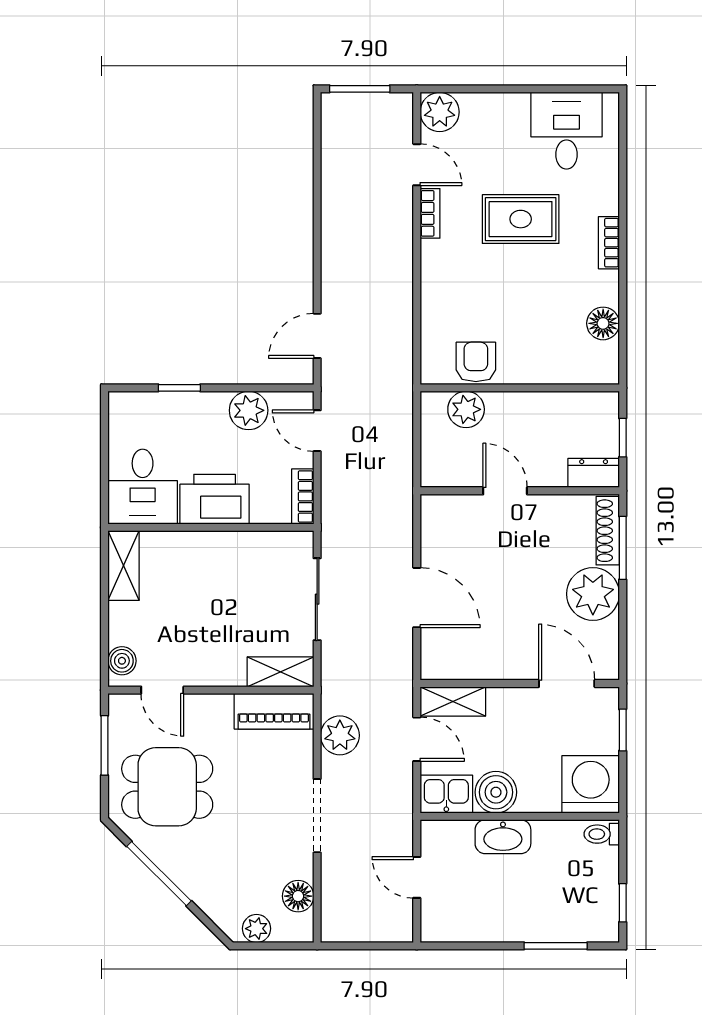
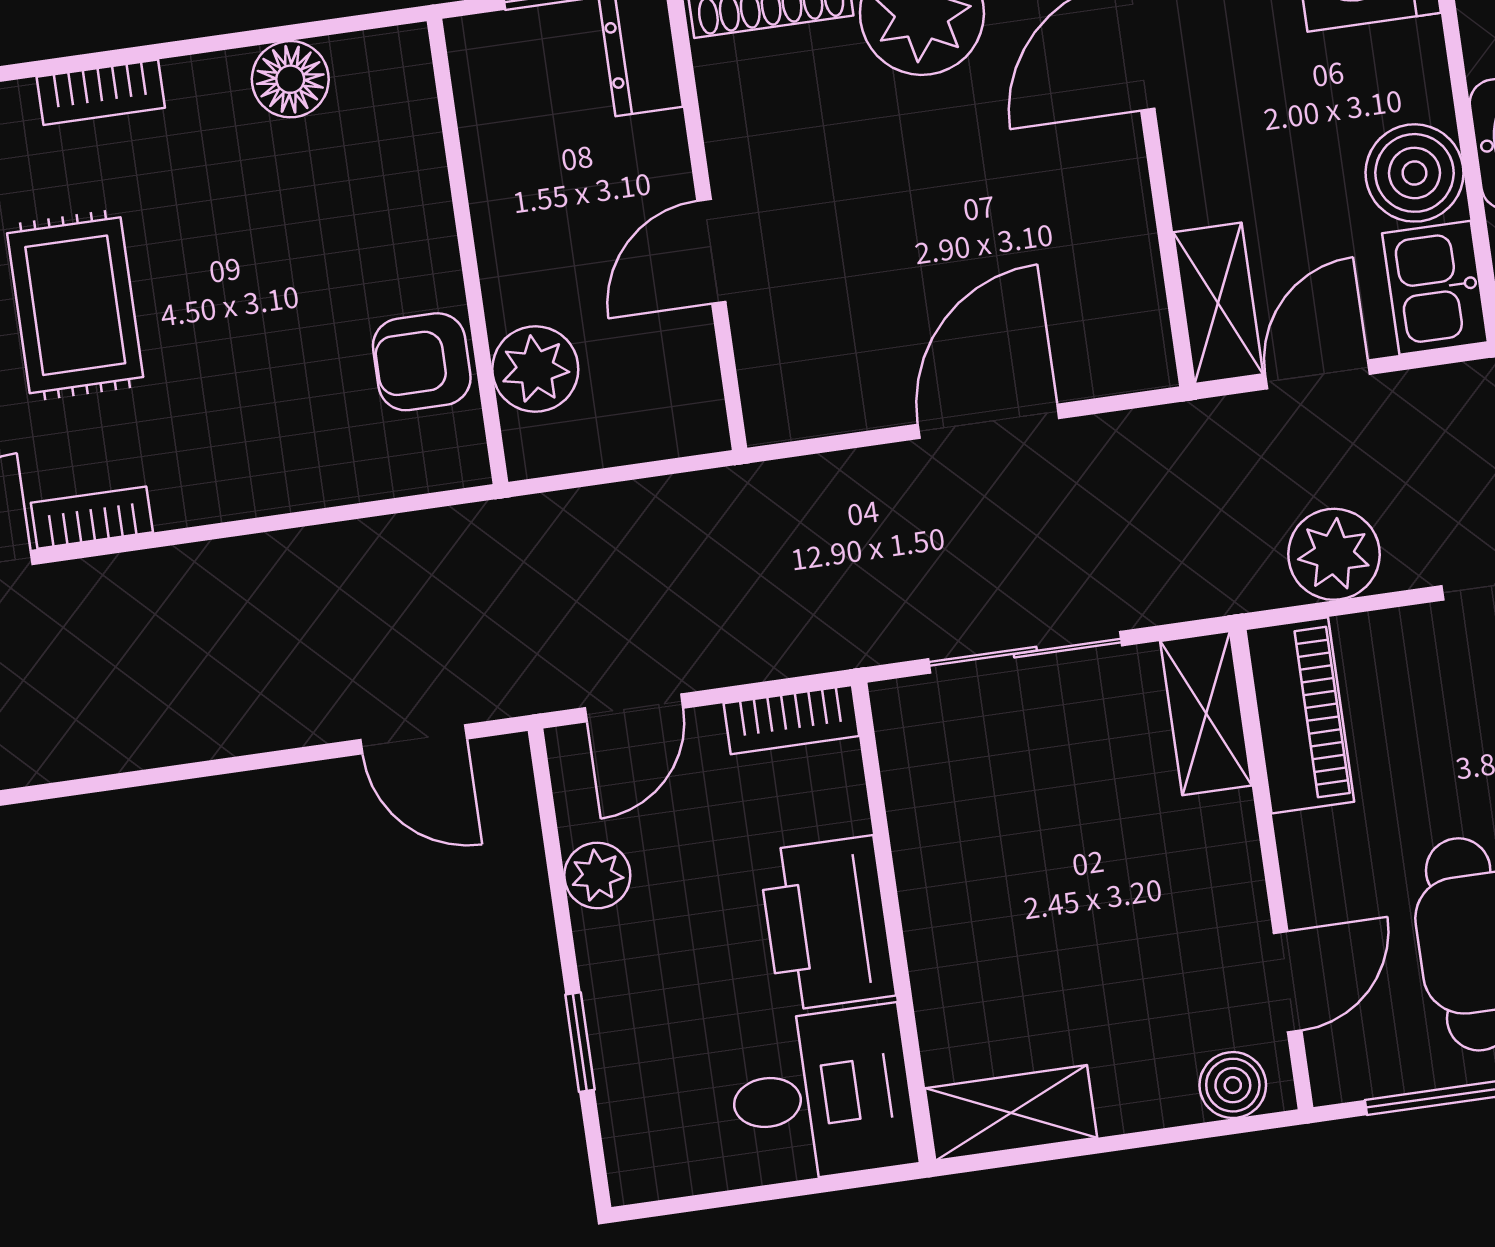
plant: (249, 410) -> (597, 875), width x0.73, depth x0.73

